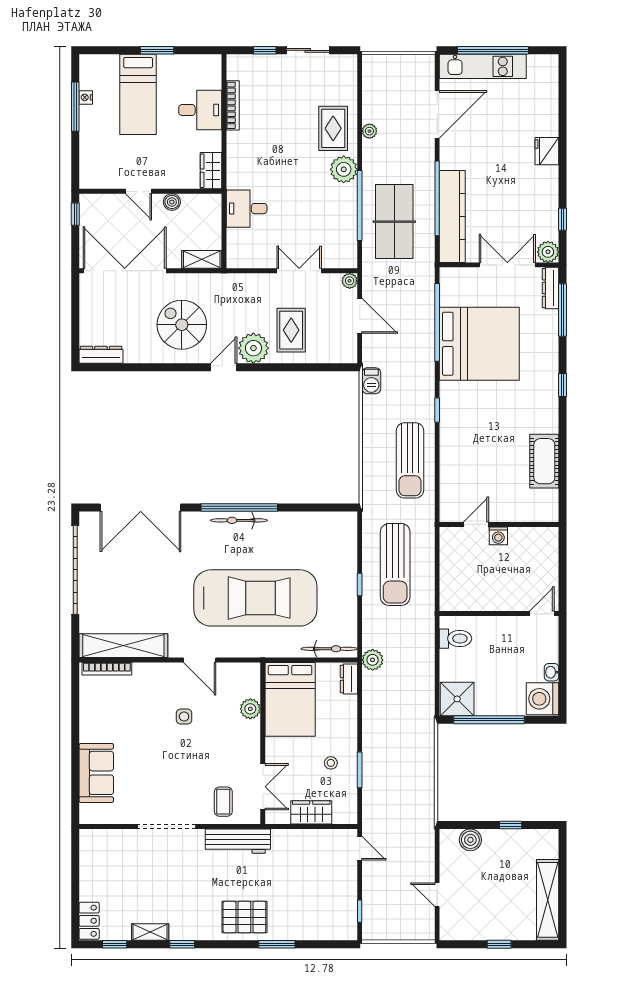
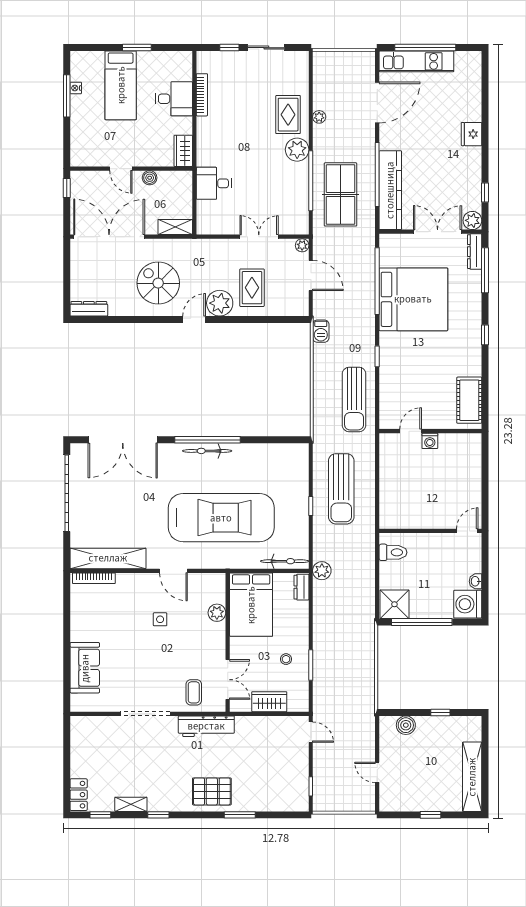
door: (476, 524) -> (411, 431), moved
wall: (499, 524) -> (430, 431), moved
washing machine: (498, 536) -> (430, 441), moved

